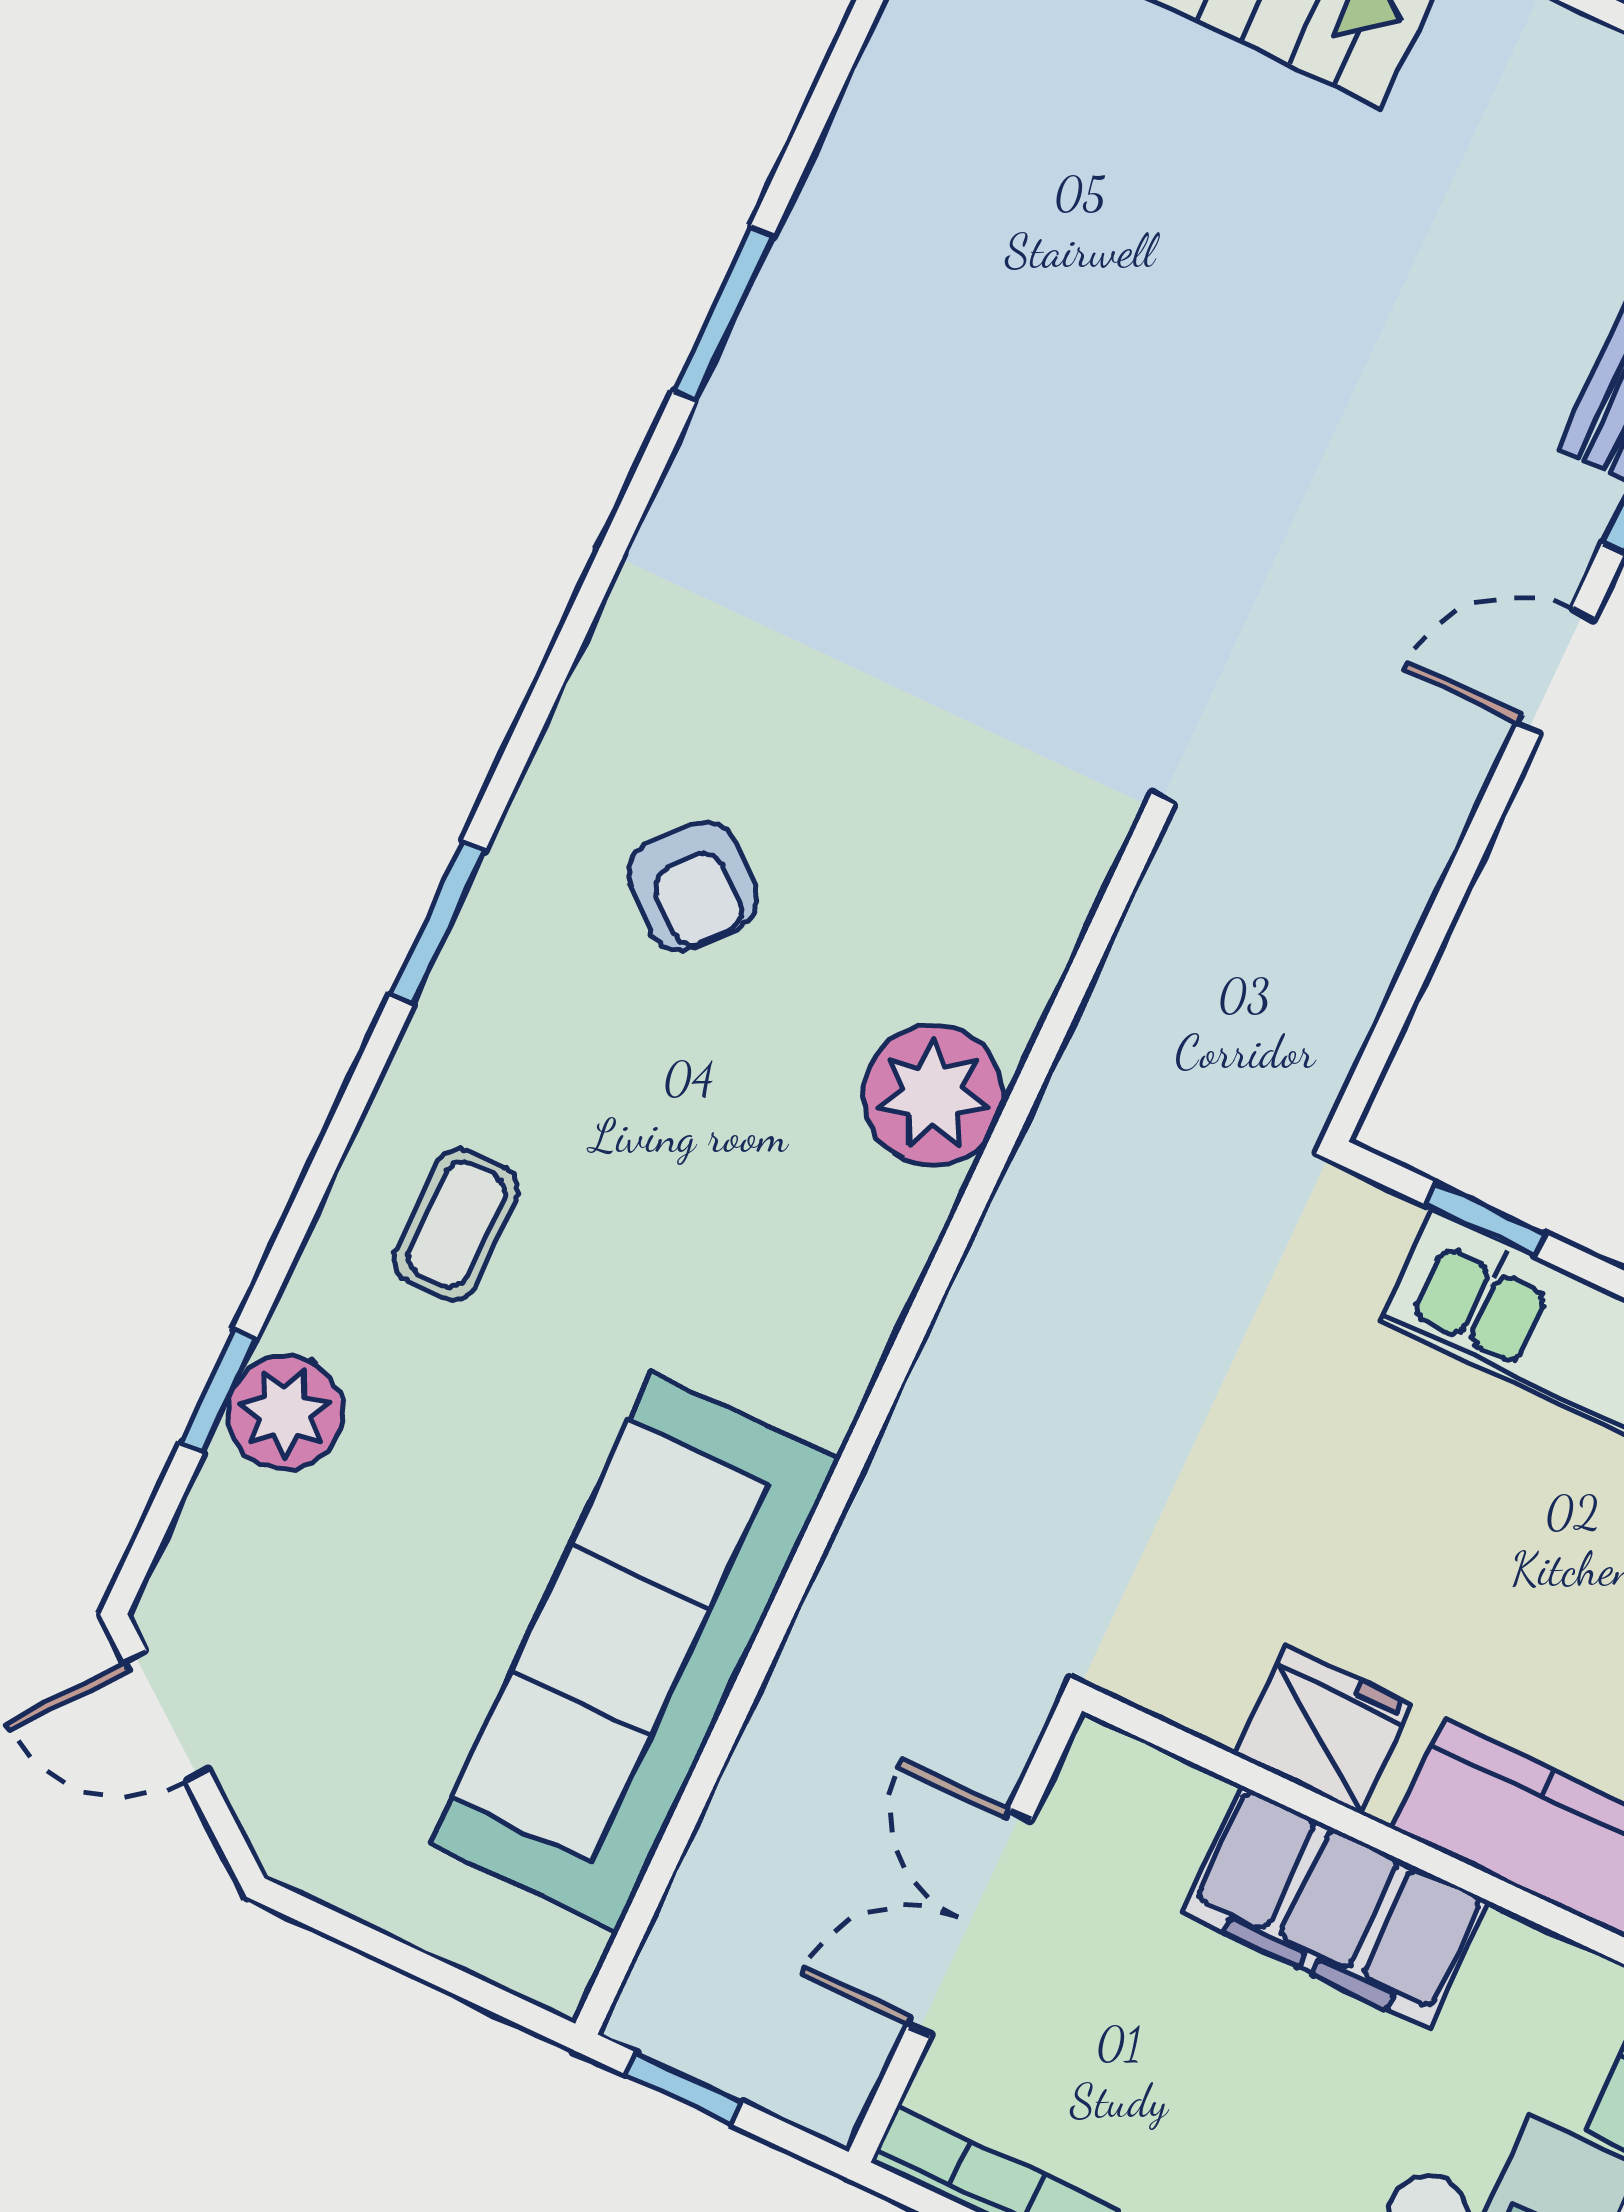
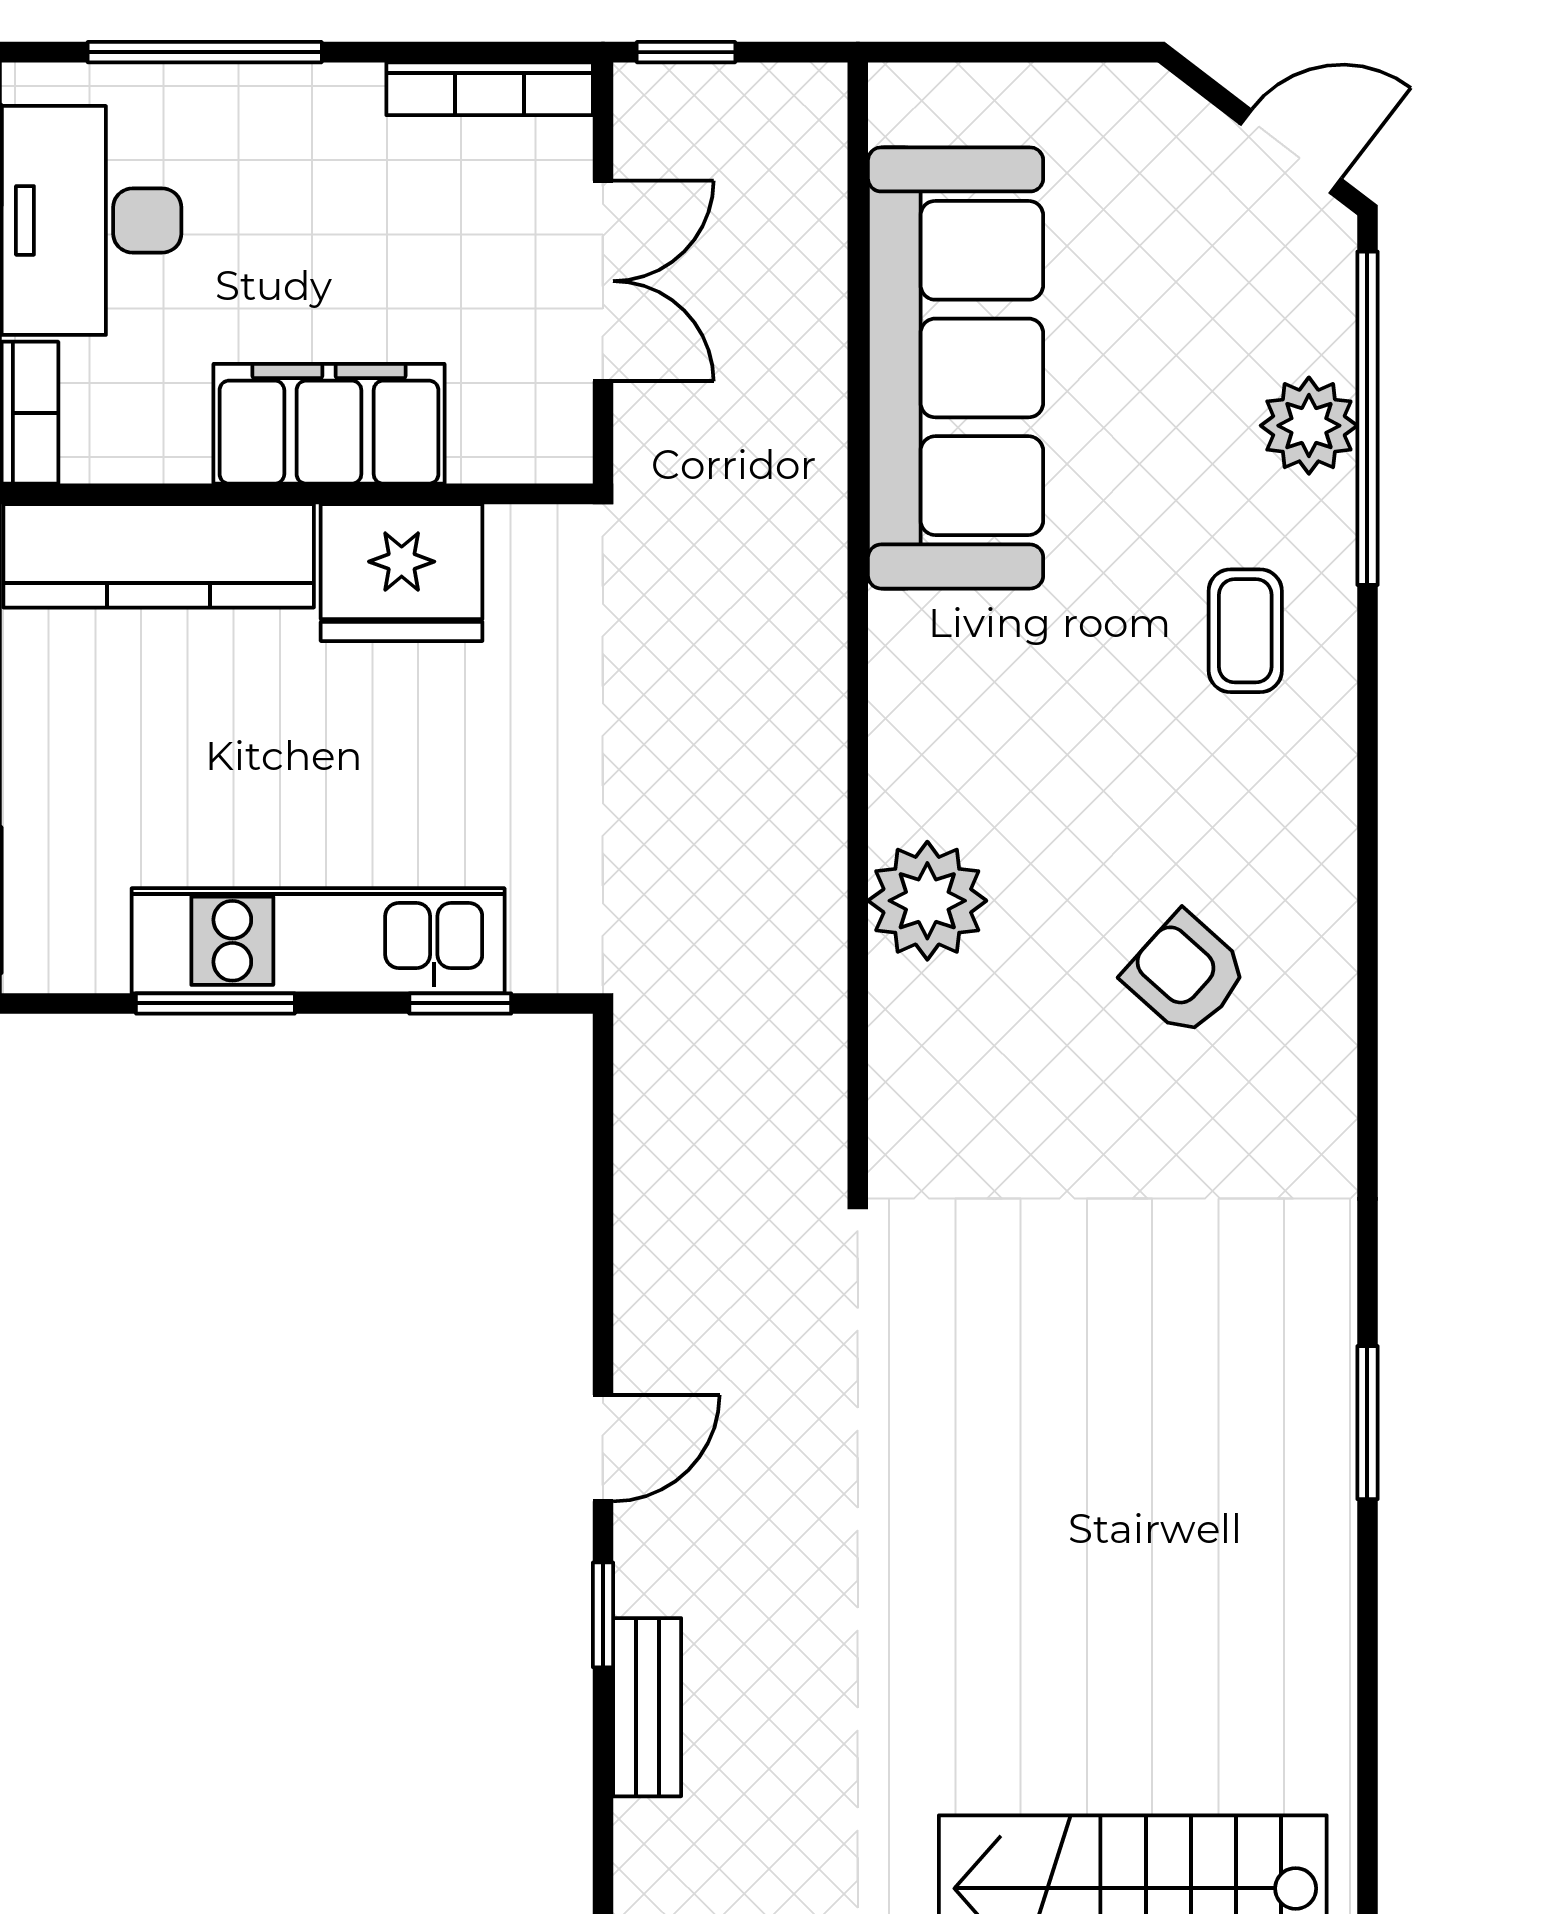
window: (438, 923) -> (1367, 855), removed
window: (218, 1391) -> (1367, 418), width x3.17
fridge: (1323, 1730) -> (402, 573), width x1.36, depth x1.34
window: (683, 2088) -> (686, 52), moved

